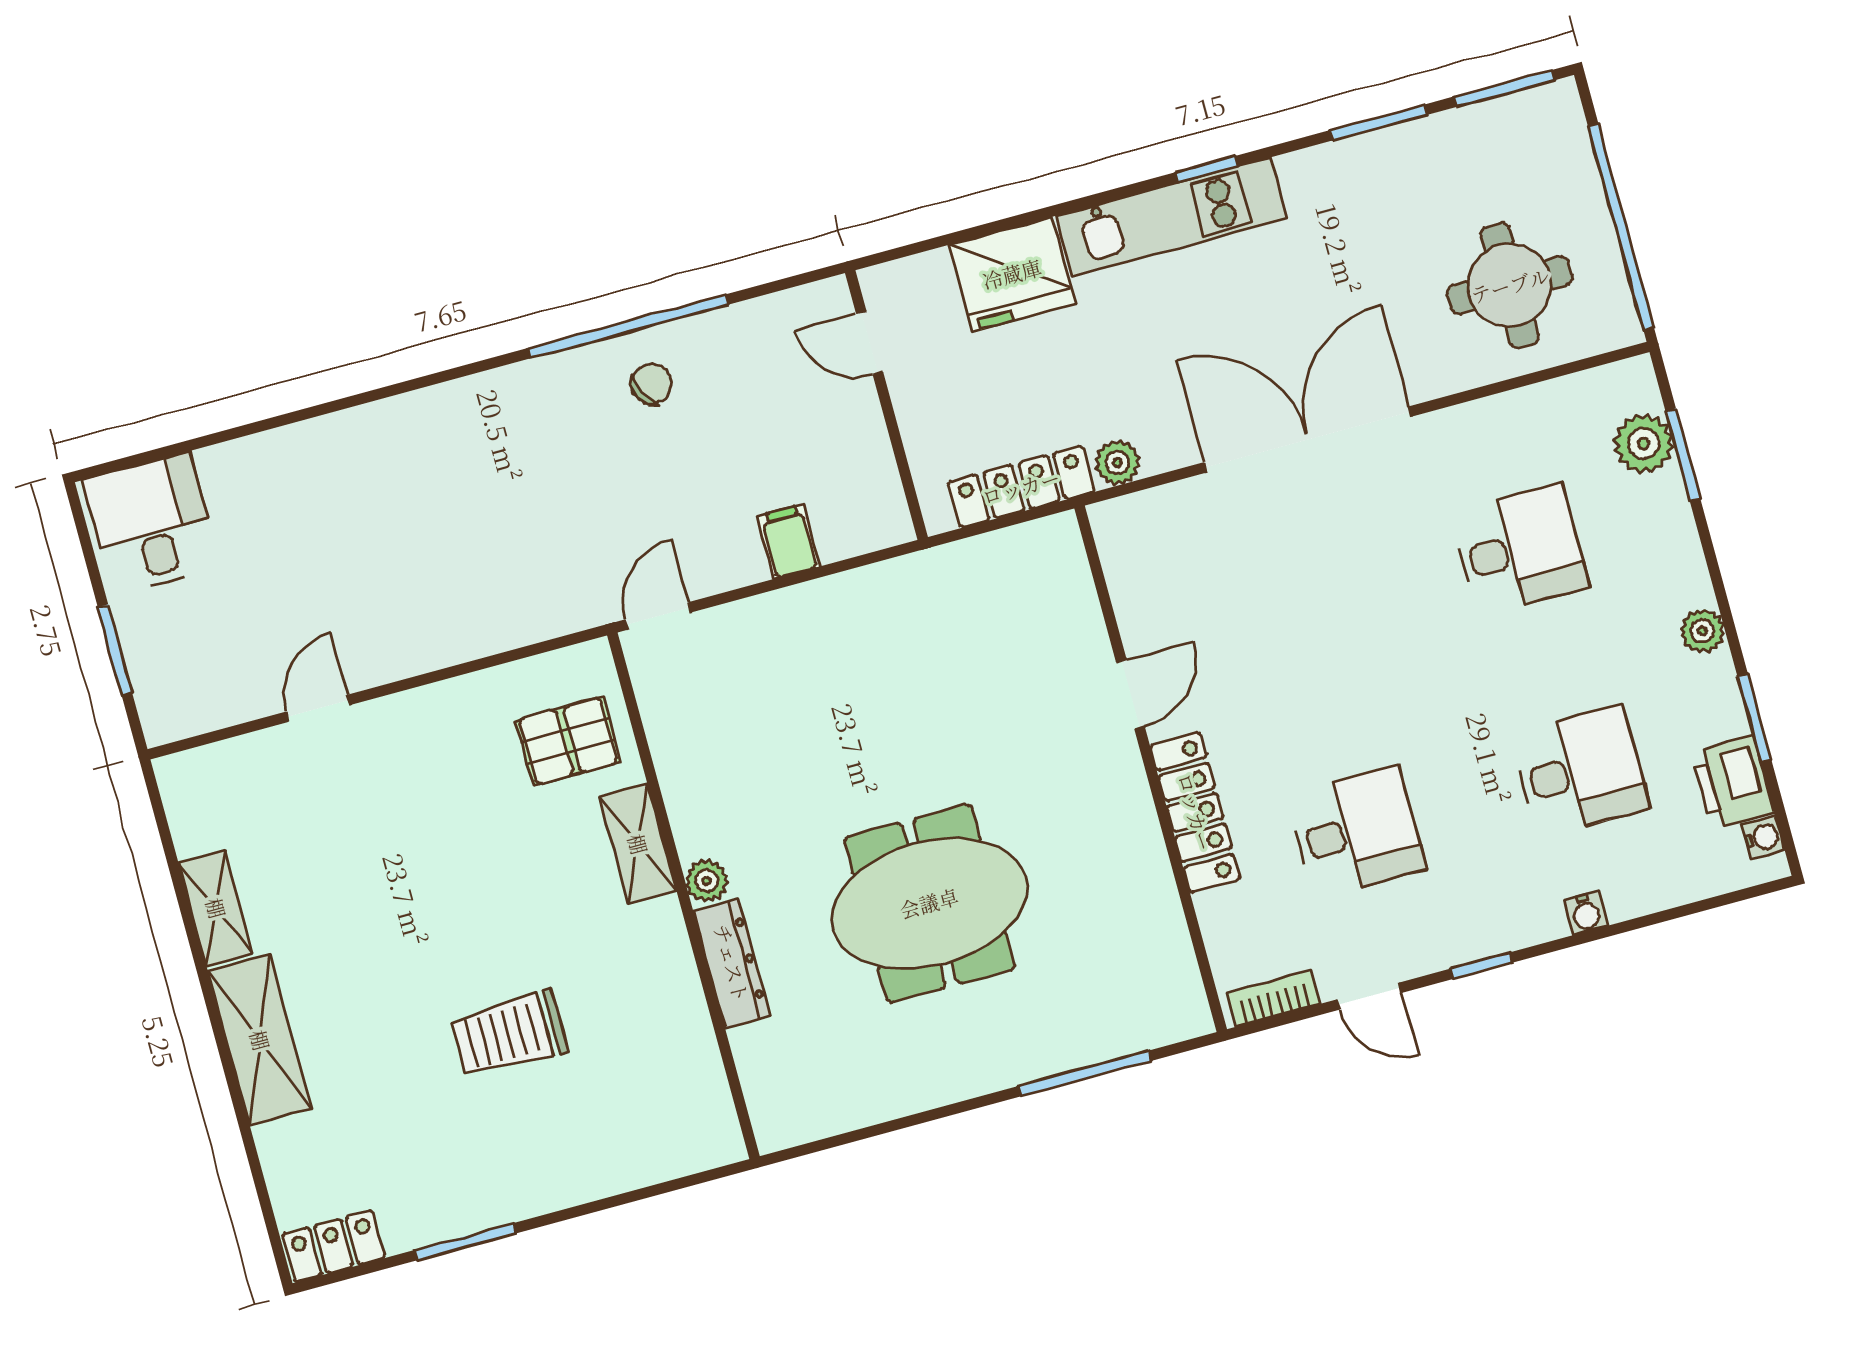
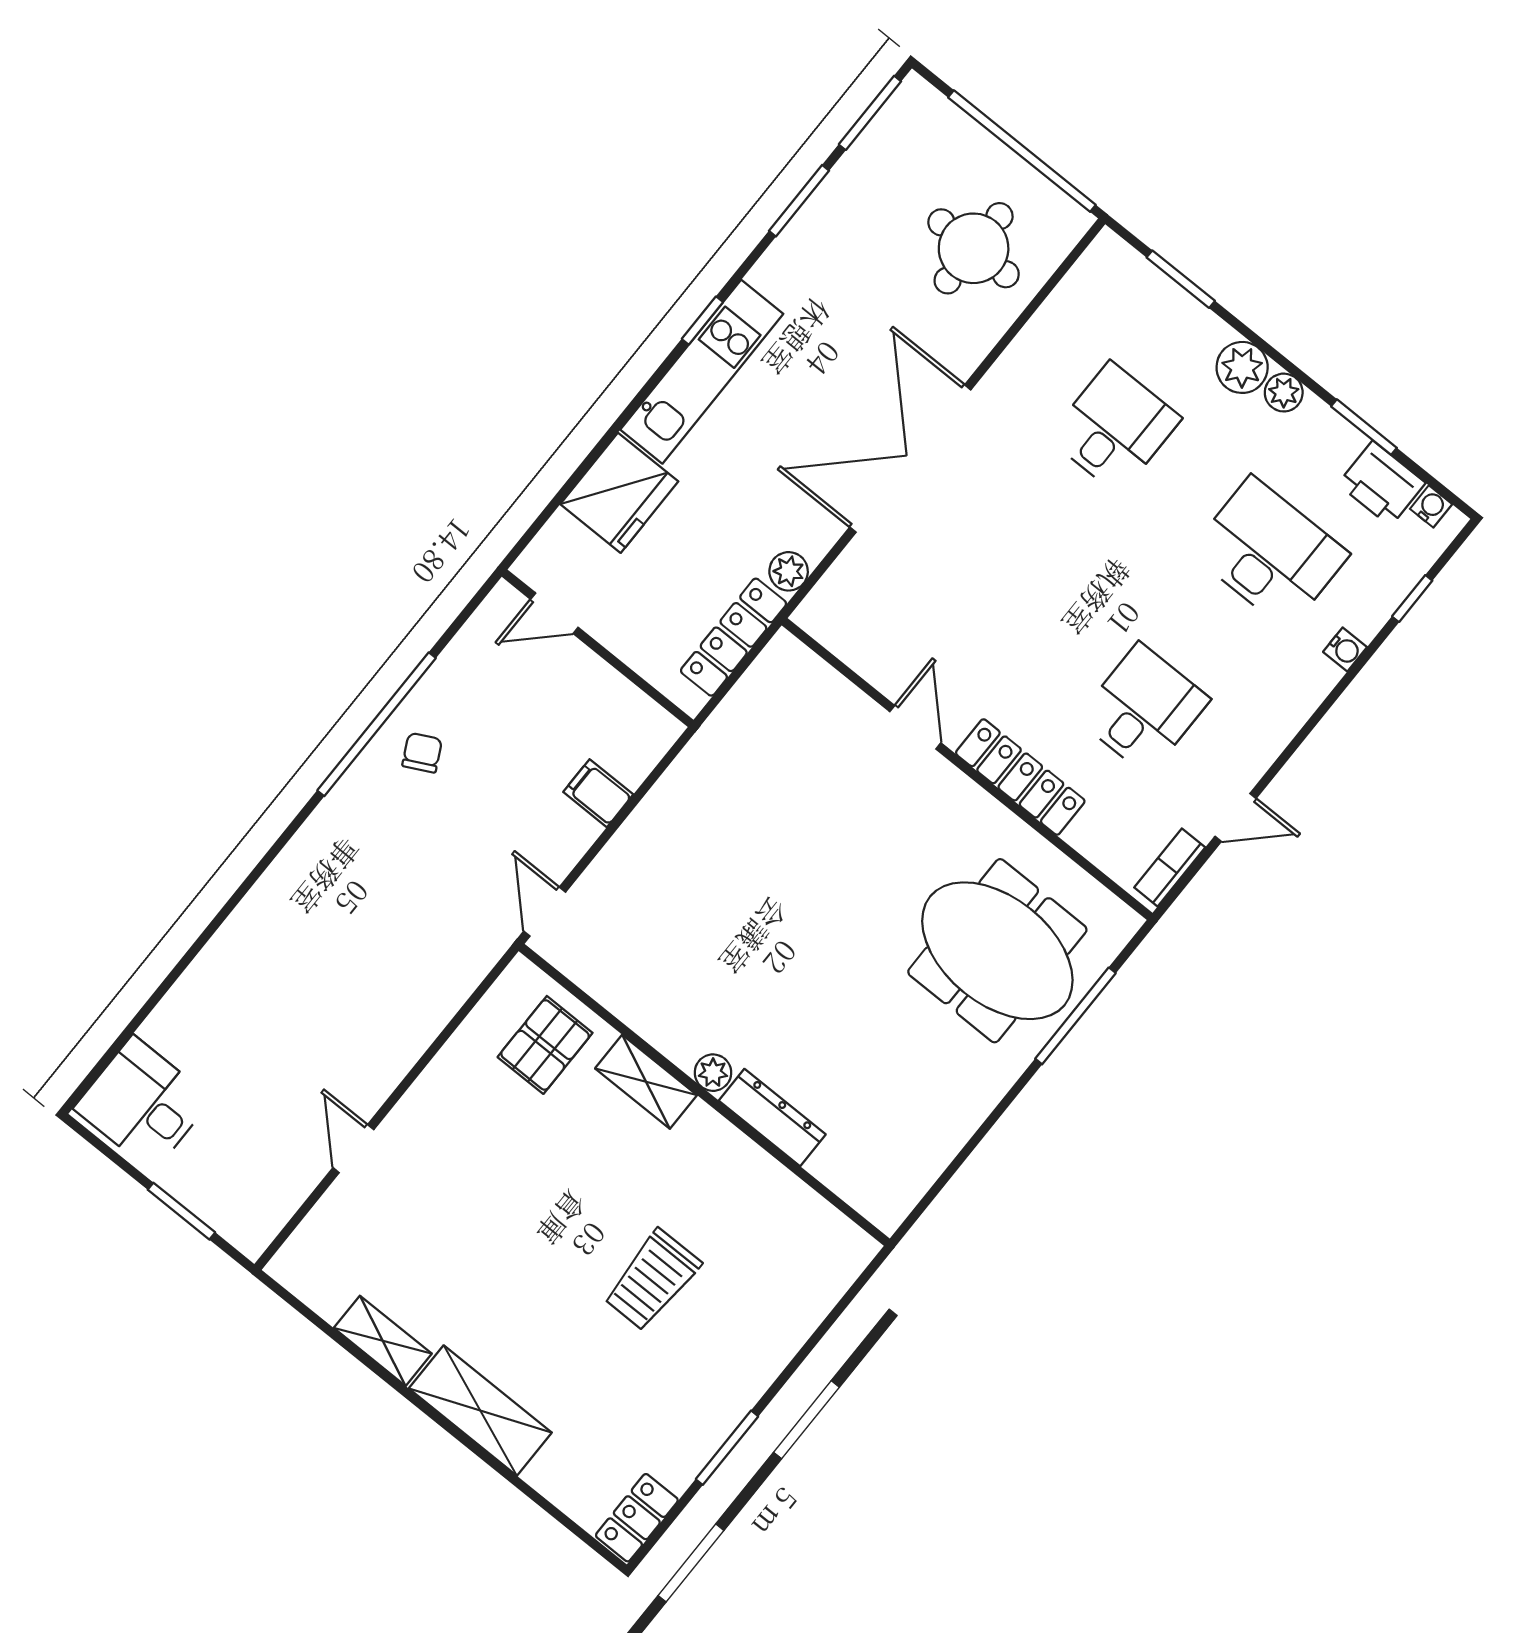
plant: (1644, 443) -> (1242, 367), moved
desk: (1580, 771) -> (1269, 553), width x1.37
meeting table: (929, 903) -> (997, 951), moved, turned 90
window: (1482, 966) -> (1412, 599), moved

